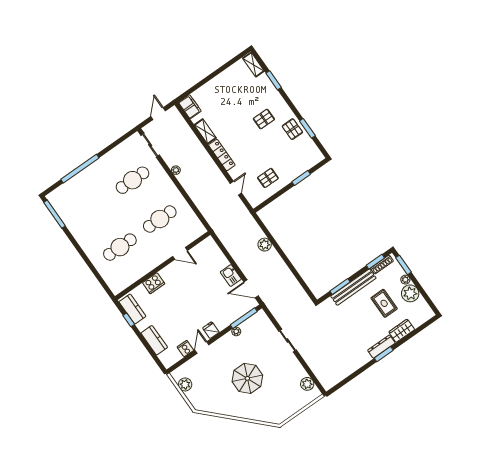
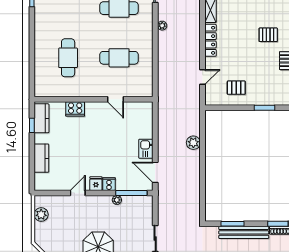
cafe table: (120, 247) -> (68, 58), turned 90
cooker: (185, 349) -> (109, 184), moved

